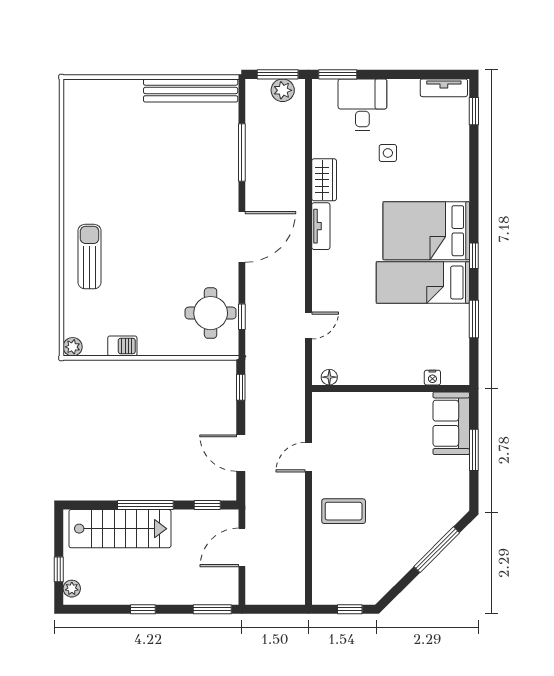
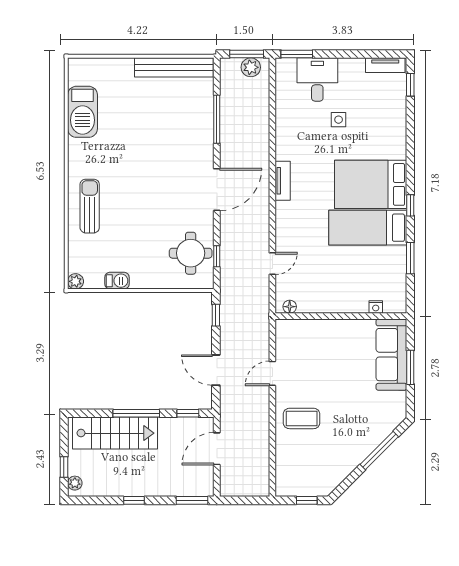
barbecue: (81, 144) -> (82, 112), added
wardrobe: (324, 180) -> (285, 142), removed
sofa: (451, 423) -> (391, 355), width x1.36

